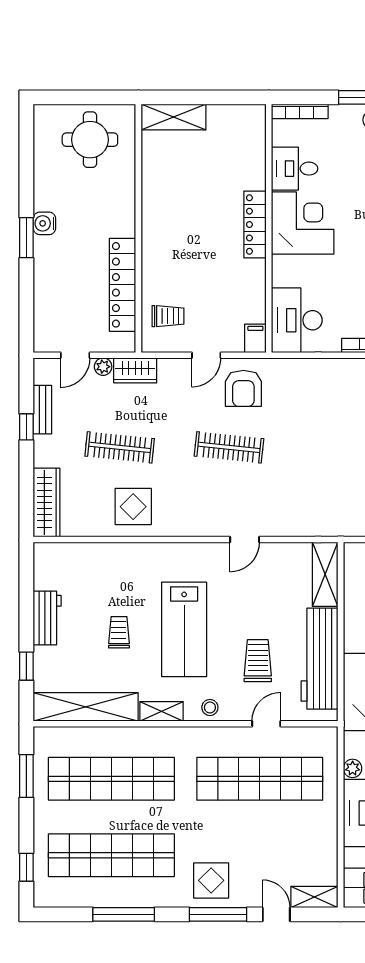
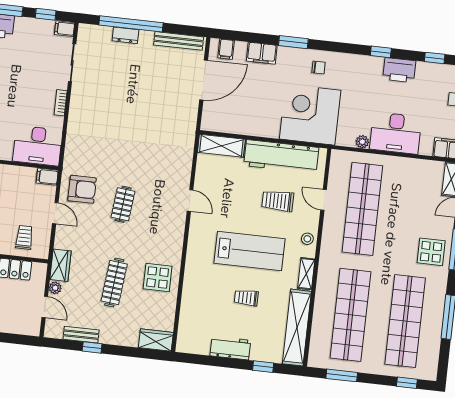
clothes rail: (229, 447) -> (123, 204), width x0.73
wardrobe: (47, 502) -> (156, 340), width x0.67

